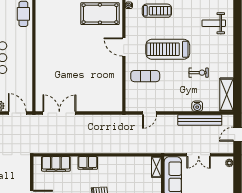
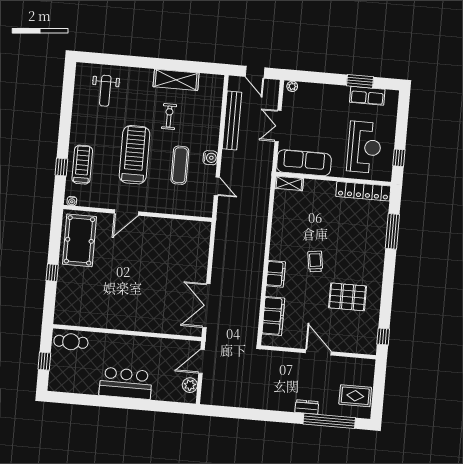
treadmill: (168, 49) -> (135, 155), turned 180
exercise mat: (145, 76) -> (180, 165), moved
shelving: (227, 95) -> (176, 80), moved
water cooler: (197, 106) -> (210, 158), moved
double door: (199, 155) -> (278, 126), swing flipped

